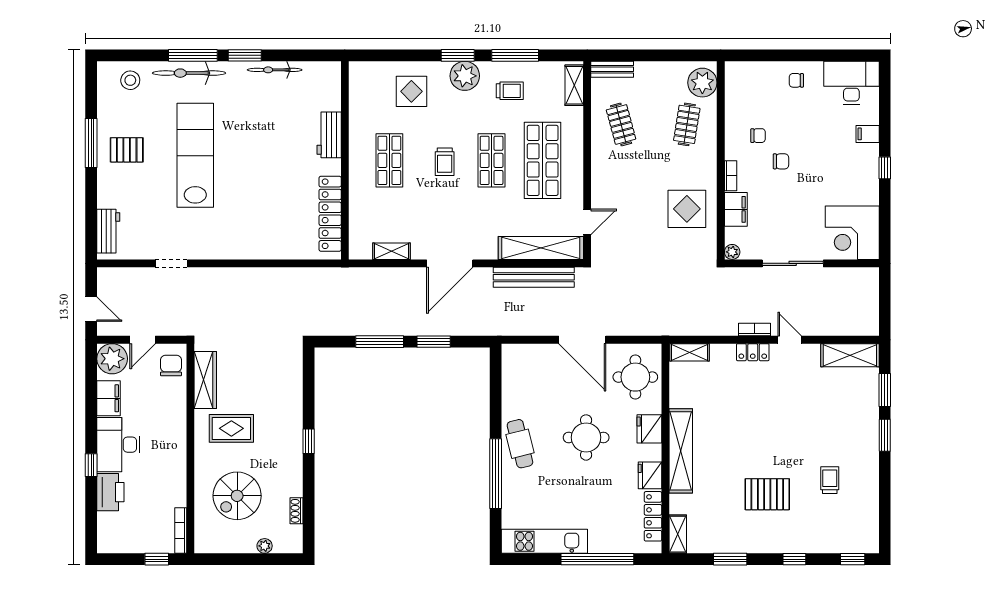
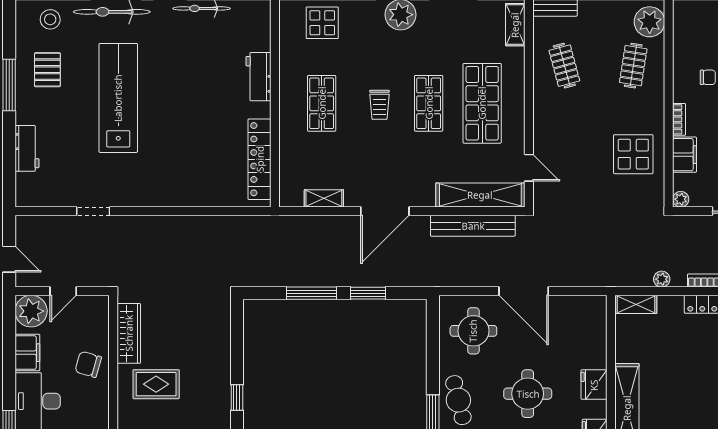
display table: (411, 91) -> (322, 23), moved
trolley: (510, 91) -> (448, 30), removed
pallet: (127, 150) -> (47, 70), moved, turned 90
door: (587, 222) -> (529, 168), hinge flipped
workbench: (108, 231) -> (27, 148), moved
plant: (714, 328) -> (662, 279), added
chair: (171, 366) -> (88, 364), moved, turned -74
round table: (635, 377) -> (473, 331), moved

